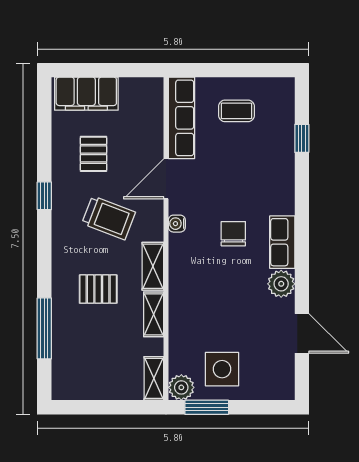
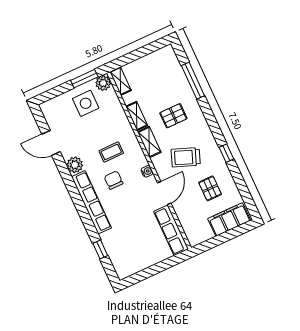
coffee table: (236, 111) -> (111, 152), moved
chair: (233, 234) -> (114, 180), turned 180
row of seats: (282, 242) -> (91, 202), width x2.02

